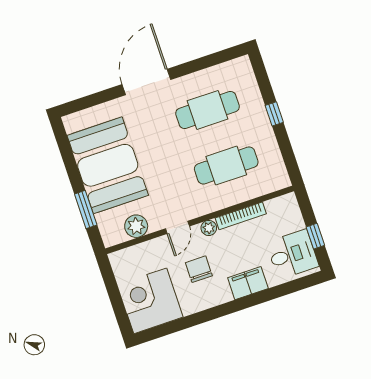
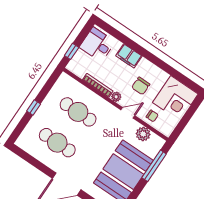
window: (86, 209) -> (154, 166), width x1.44
window: (315, 236) -> (72, 51), moved
chair: (150, 255) -> (152, 116), added

